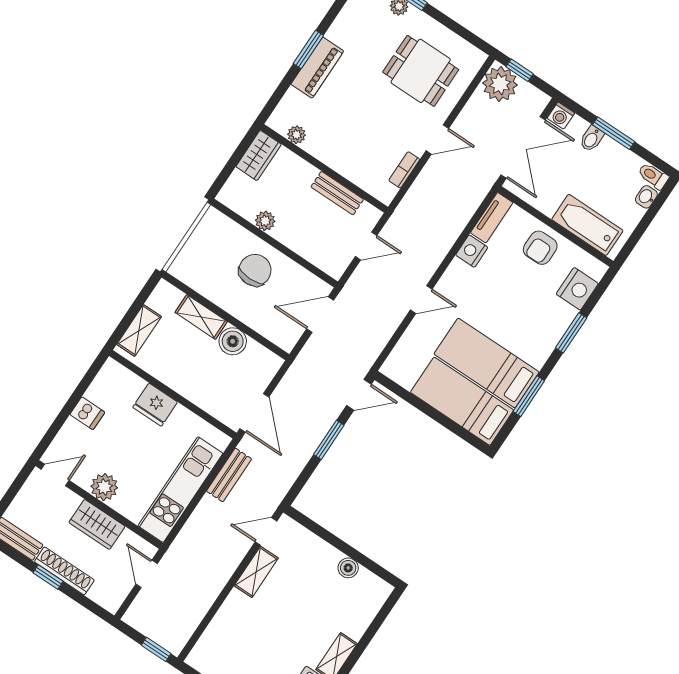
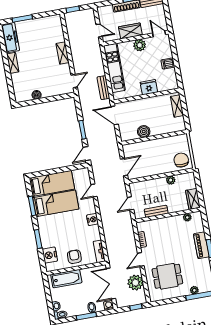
plant: (500, 84) -> (135, 283), moved
nightstand: (472, 251) -> (92, 219), moved
chair: (255, 270) -> (181, 160), moved, turned 180
door: (421, 300) -> (94, 191), moved
shelving: (201, 317) -> (161, 130), removed
door: (55, 475) -> (159, 34), swing flipped
shelving: (256, 572) -> (63, 53), moved

